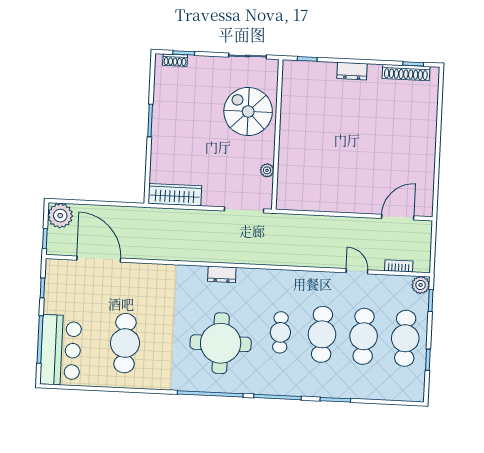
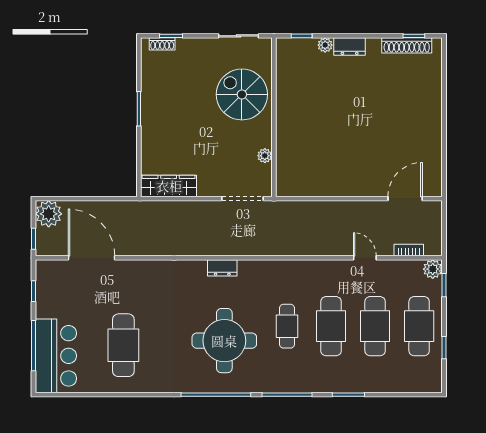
plant: (329, 69) -> (325, 45), added

